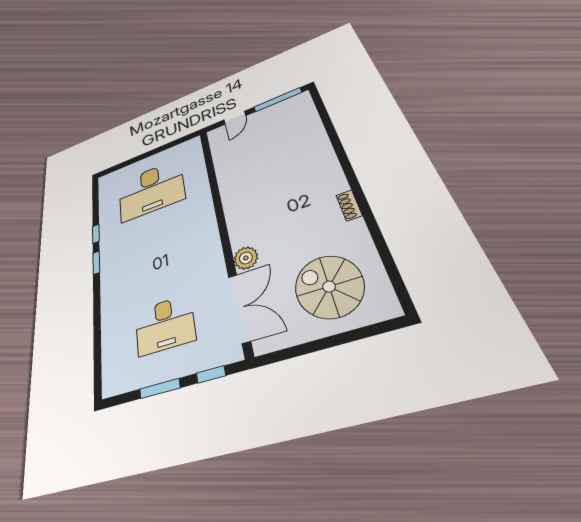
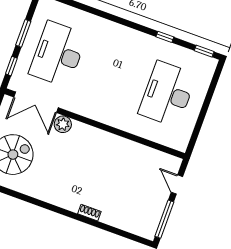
shoe rack: (349, 205) -> (89, 213), moved
window: (96, 263) -> (204, 51), moved
desk: (165, 325) -> (58, 54), width x1.36, depth x1.30

